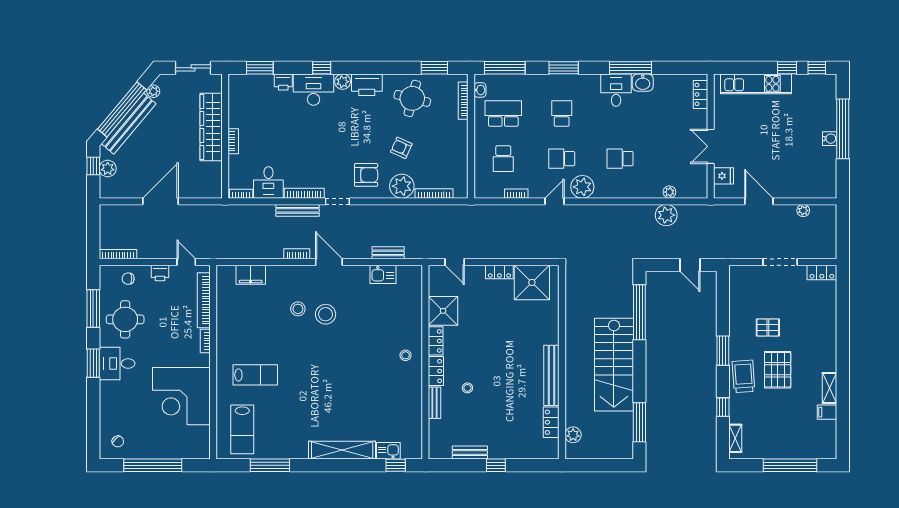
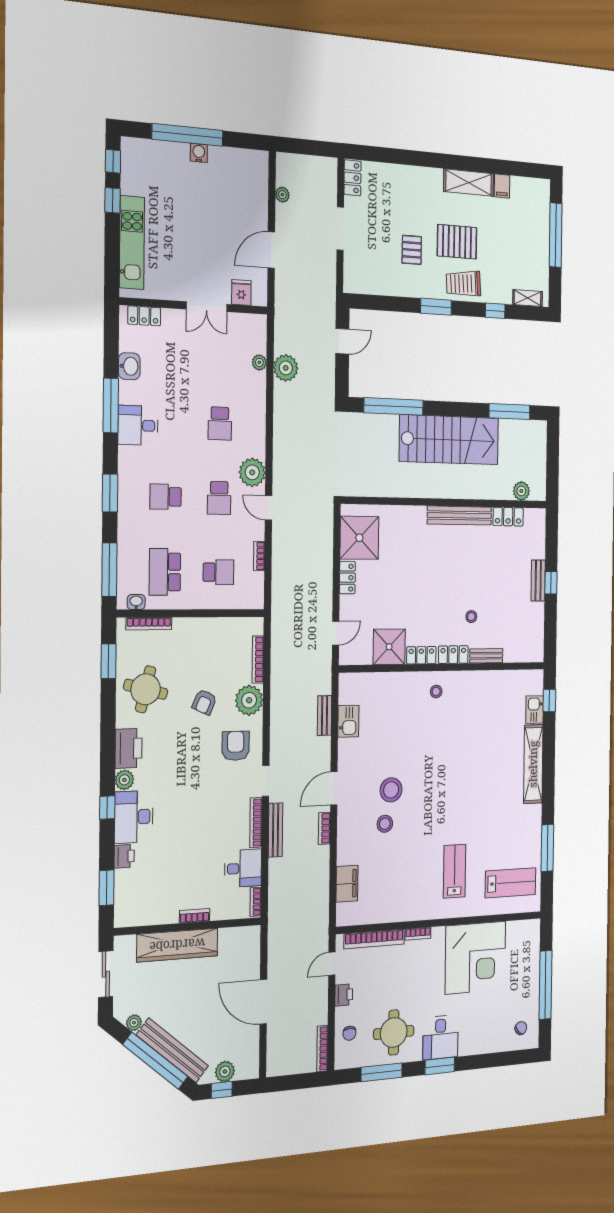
washbasin: (643, 83) -> (129, 366), moved
shelving: (830, 388) -> (469, 182), width x1.50, depth x1.33
bench: (470, 453) -> (538, 581), moved

